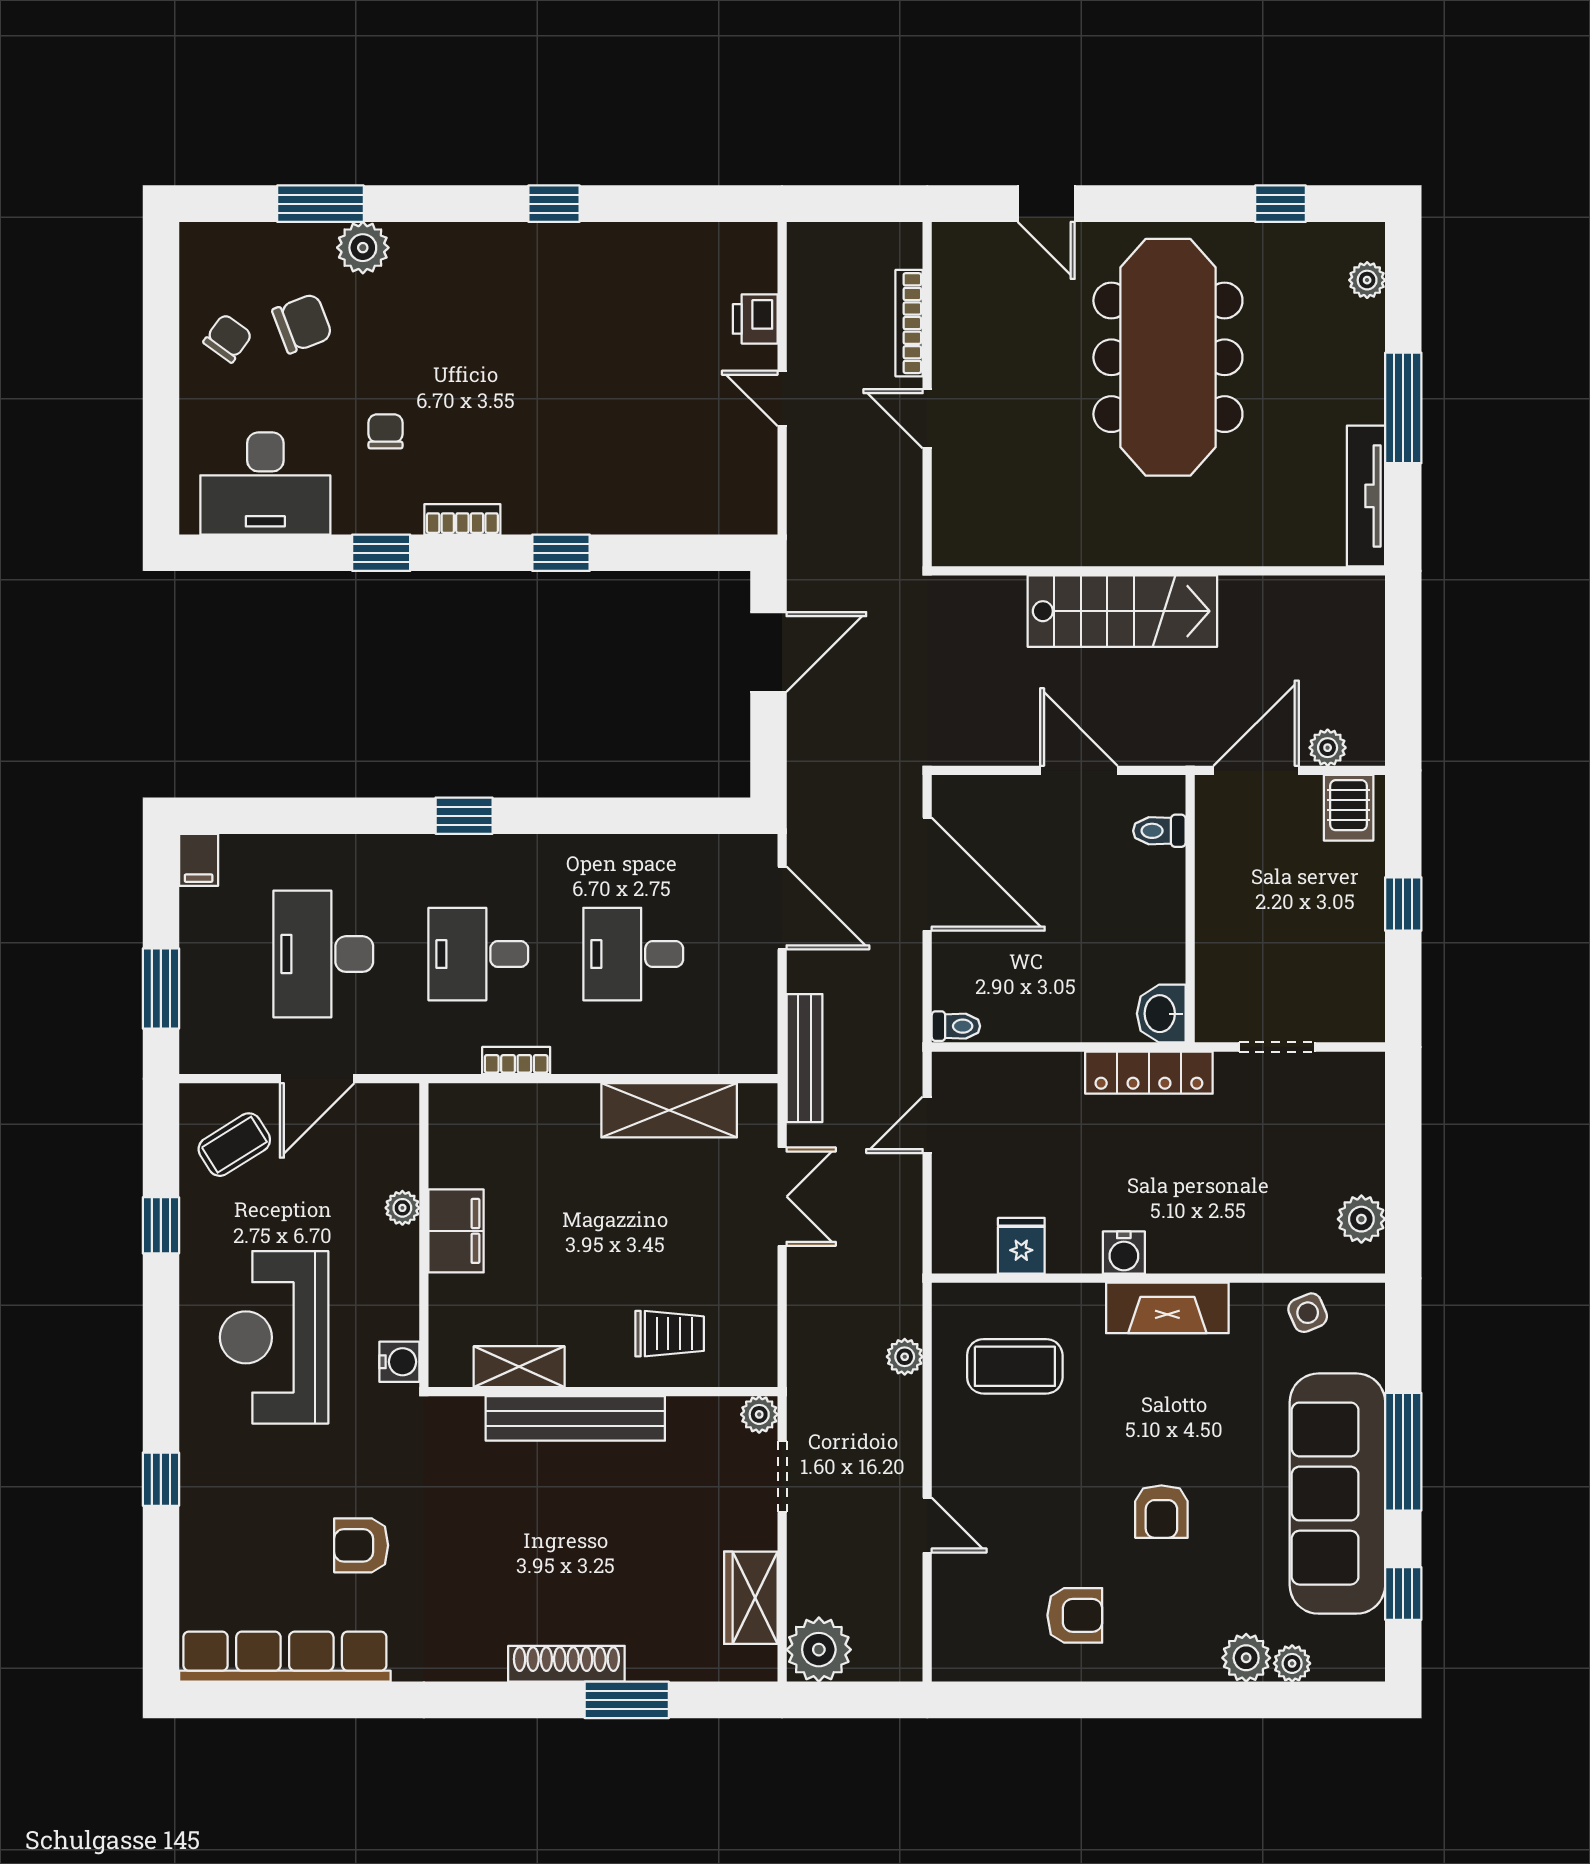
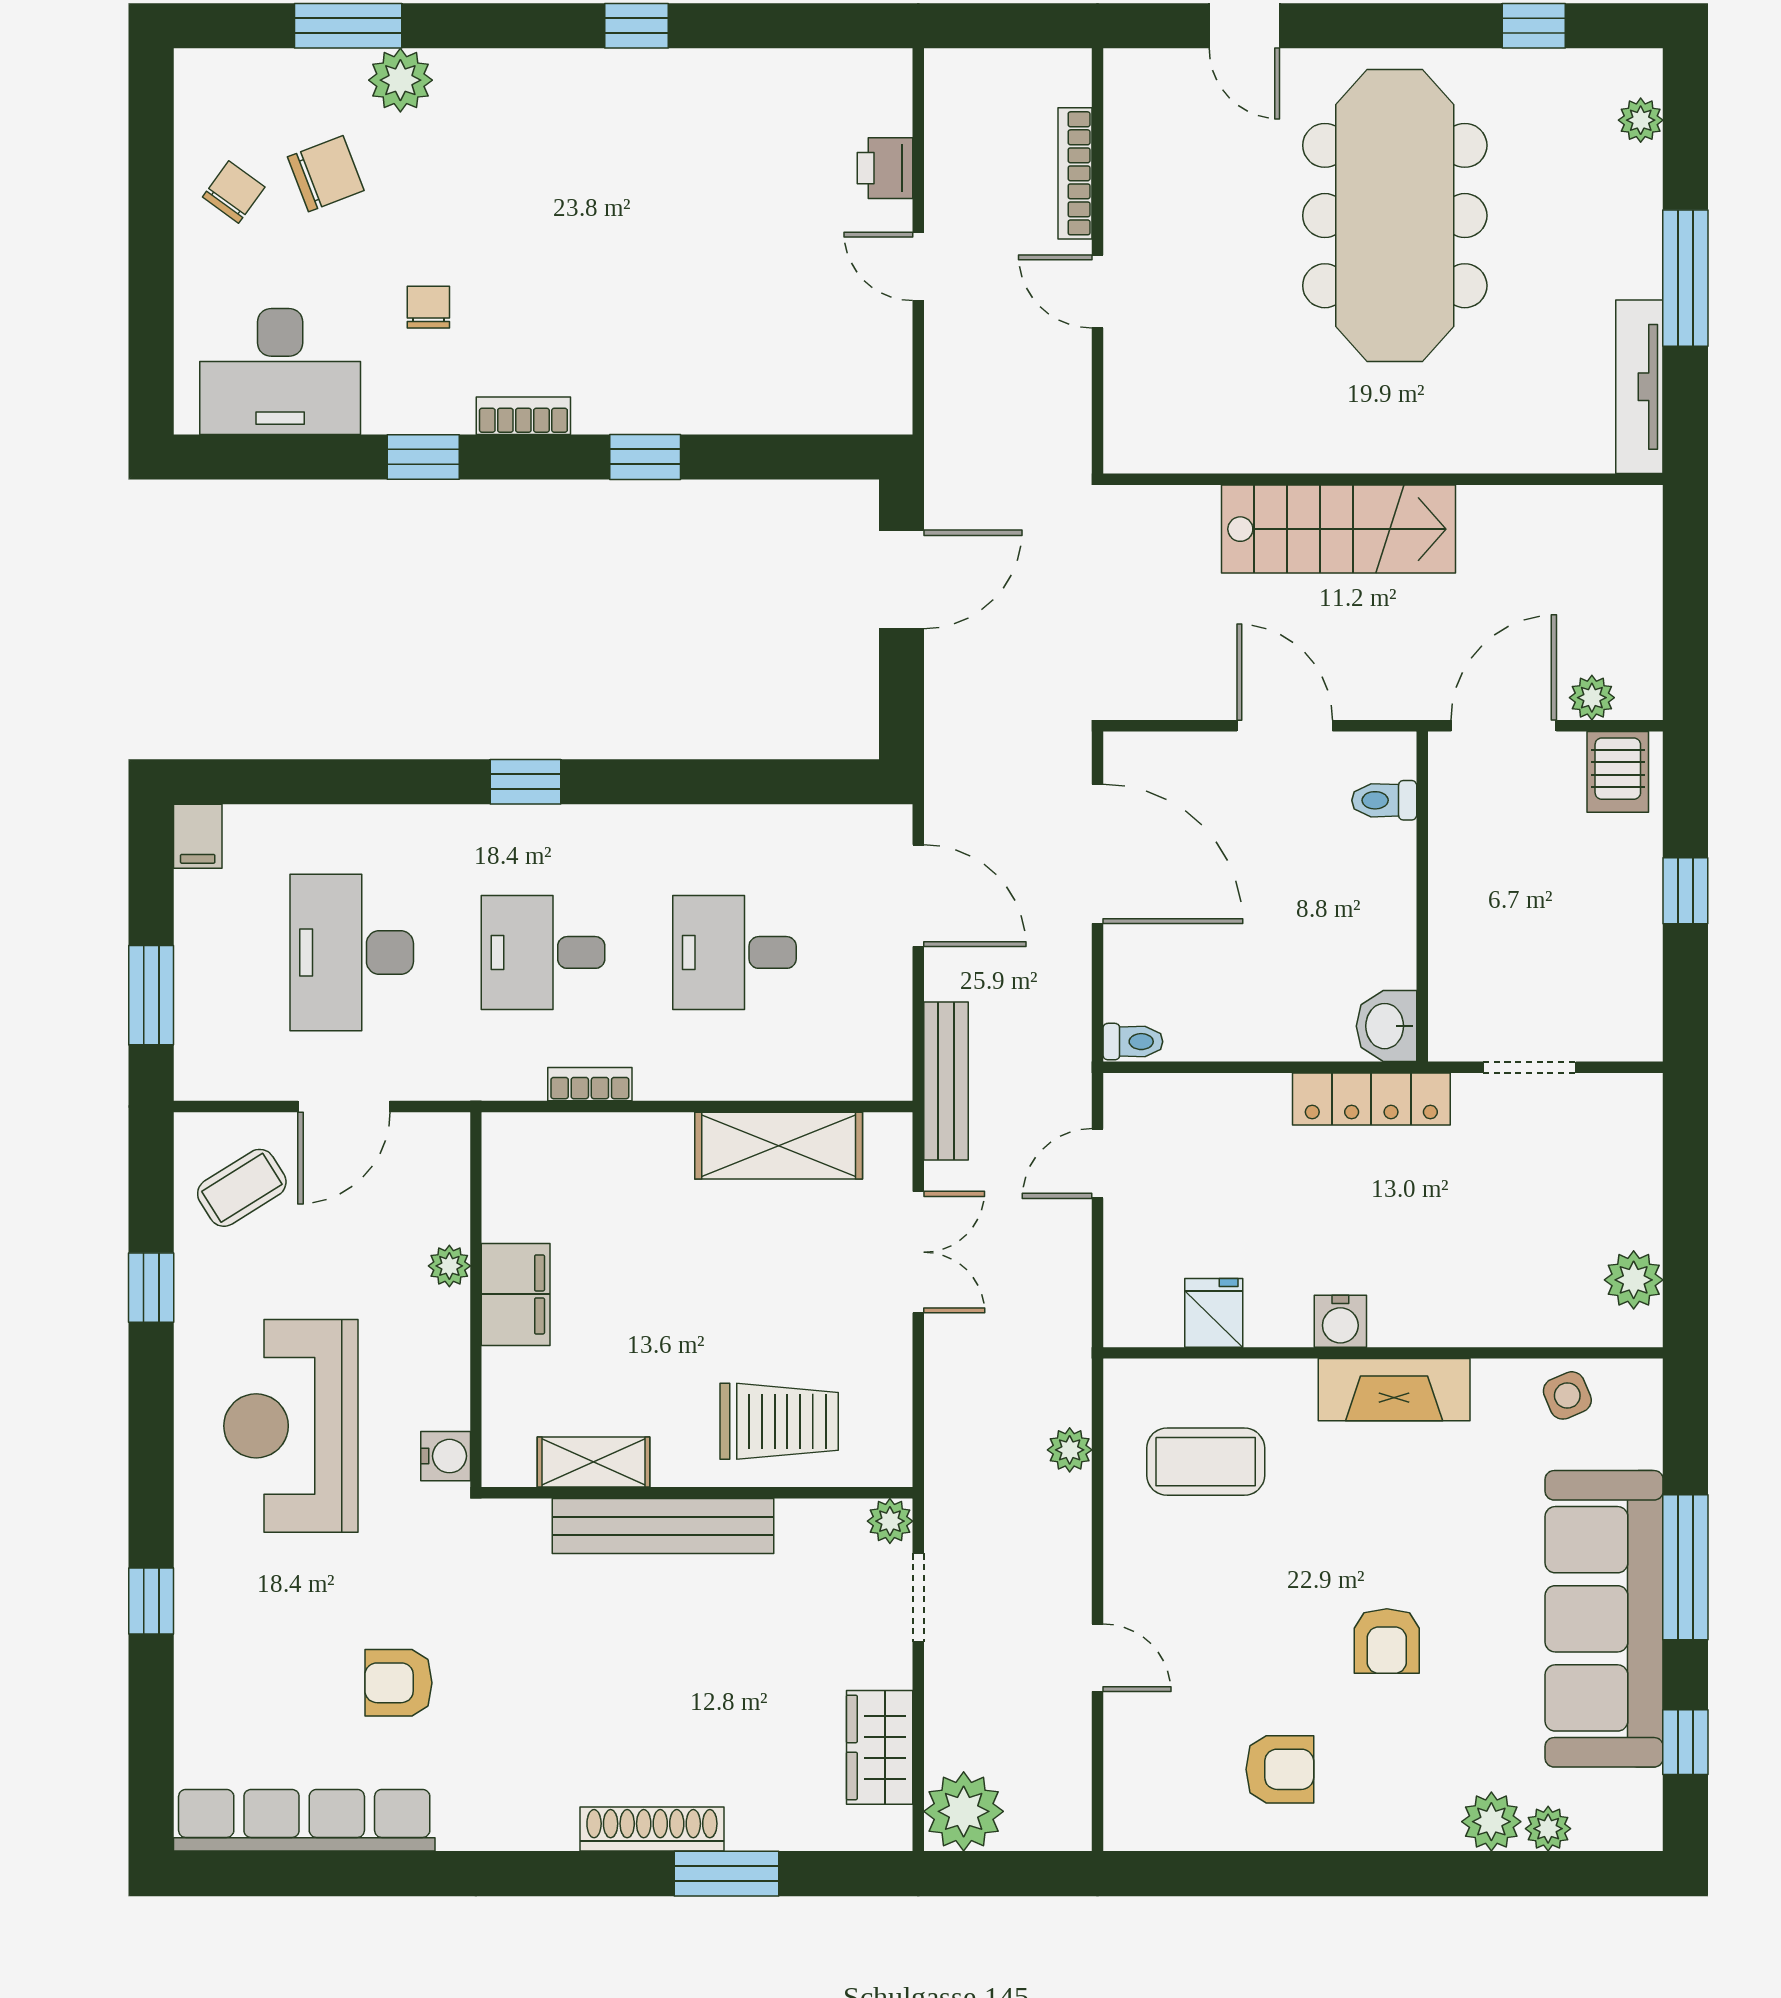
trolley: (670, 1334) -> (779, 1421), width x1.36, depth x1.39

